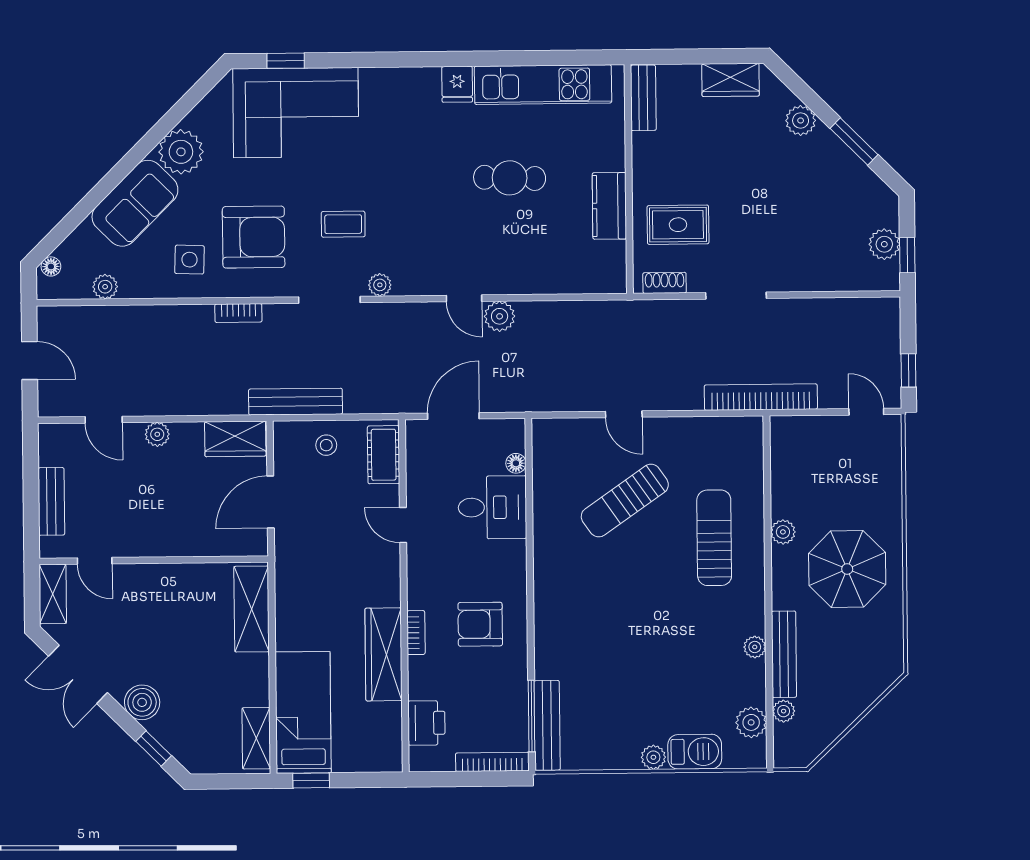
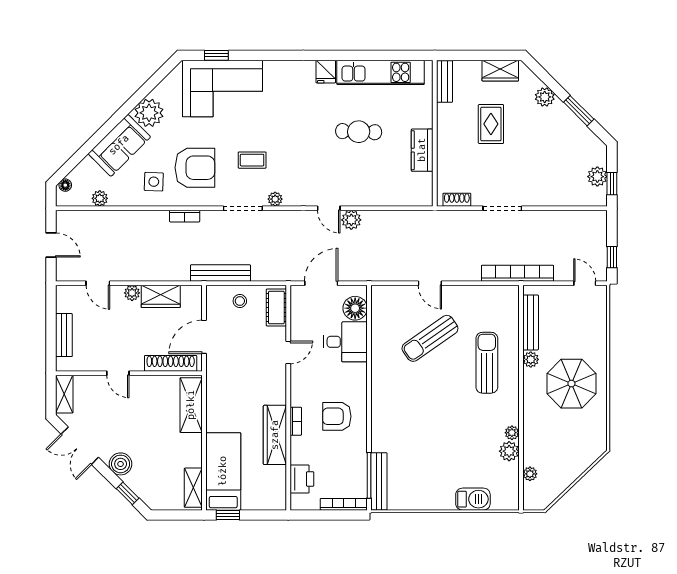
rug: (678, 225) -> (491, 124), moved, turned 90
wardrobe: (235, 439) -> (161, 296), moved
floor lamp: (516, 463) -> (355, 308), width x1.89, depth x1.89
door: (403, 525) -> (288, 352), swing flipped
shoe rack: (219, 544) -> (171, 363), added
door: (95, 561) -> (118, 373), moved
bench: (784, 654) -> (531, 322), moved
plant: (751, 722) -> (509, 451), moved
plant: (653, 757) -> (447, 502), removed

